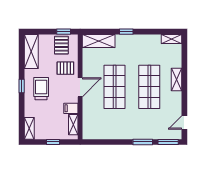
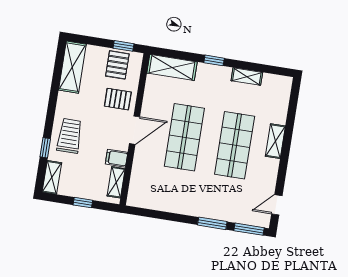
shelving: (171, 39) -> (247, 77), moved
window: (22, 86) -> (45, 148), moved
trolley: (41, 89) -> (70, 136), moved

